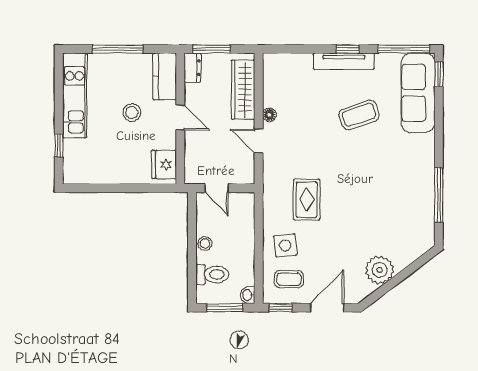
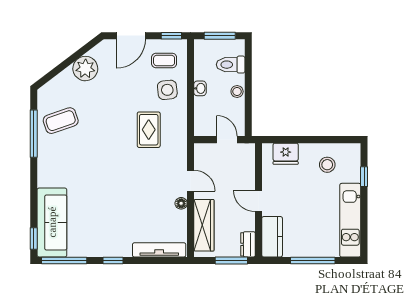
tv unit: (344, 61) -> (159, 250), moved
stool: (132, 113) -> (327, 165), moved
coffee table: (359, 115) -> (61, 121), moved
fridge: (164, 164) -> (286, 154), moved, turned 90
washbasin: (248, 295) -> (200, 88), moved

